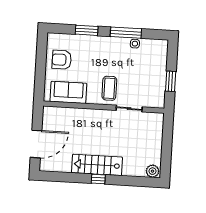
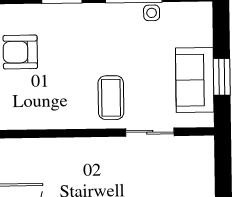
sofa: (68, 92) -> (195, 80), moved, turned -90

